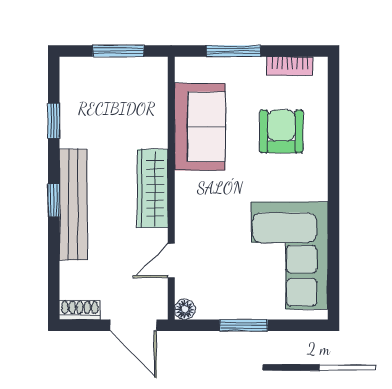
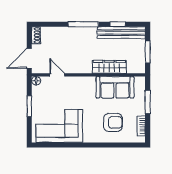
wardrobe: (153, 188) -> (109, 67), moved
window: (54, 200) -> (83, 24), width x2.17
bench: (73, 205) -> (121, 33), moved

